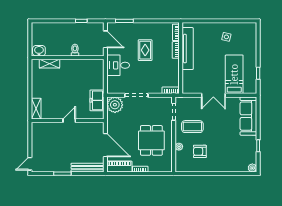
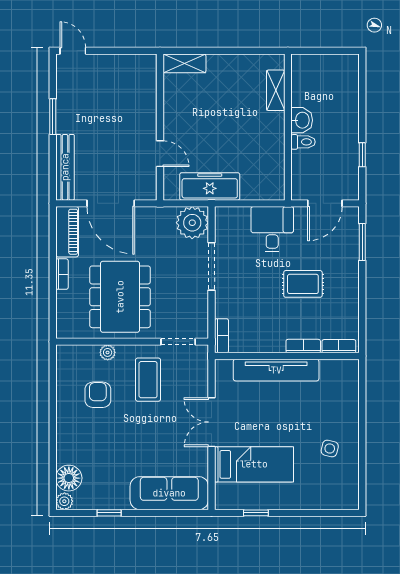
tv unit: (188, 49) -> (276, 370), moved
washbasin: (39, 51) -> (302, 120), moved
freezer: (97, 100) -> (210, 186), width x1.40
door: (69, 121) -> (160, 154), moved
dining table: (151, 140) -> (120, 297), width x1.38
door: (105, 145) -> (111, 203), hinge flipped
floor lamp: (241, 166) -> (69, 478), added

